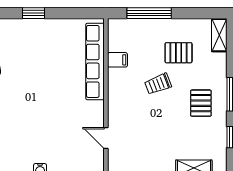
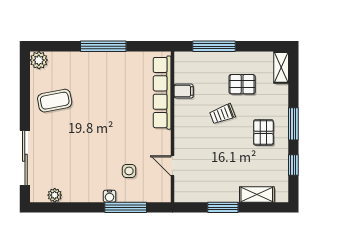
window: (33, 13) -> (103, 46), width x2.17
side table: (60, 143) -> (129, 171), added

